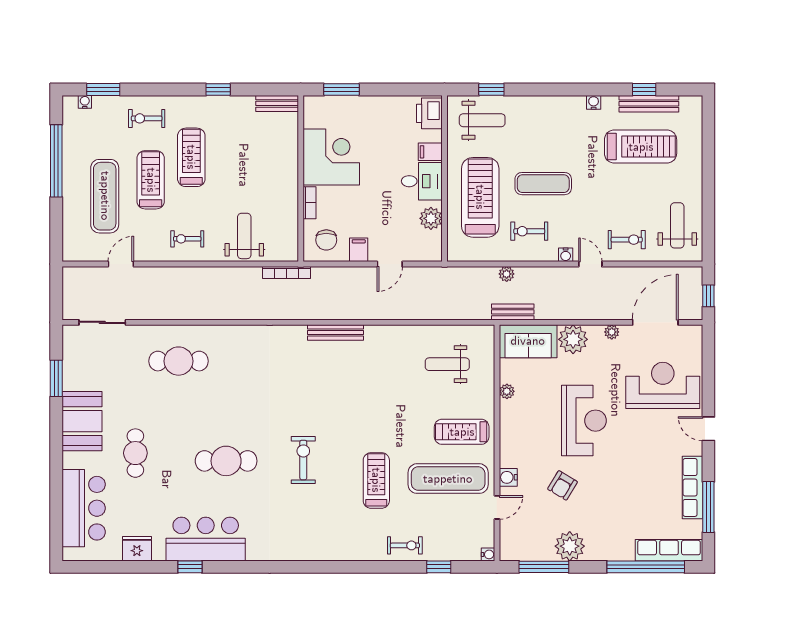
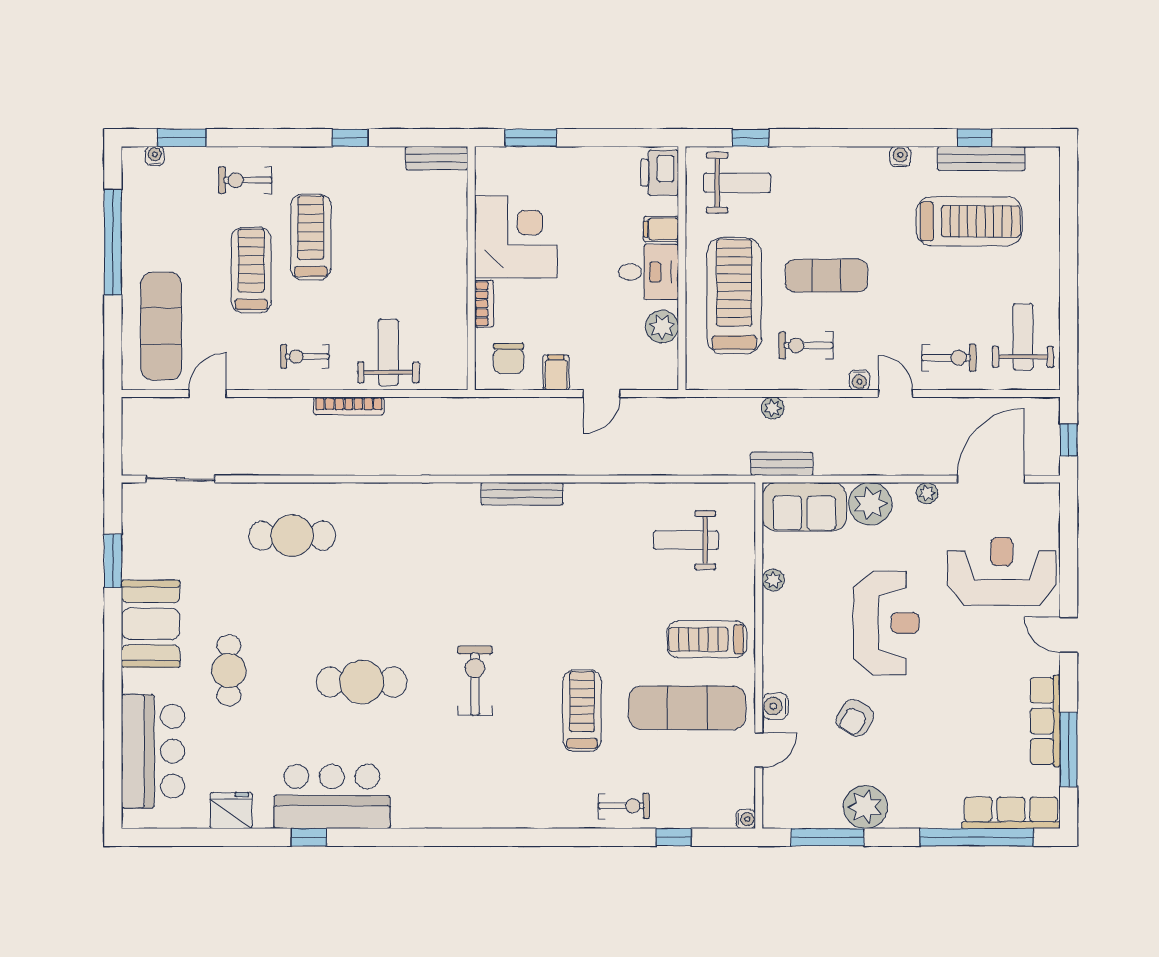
exercise mat: (105, 196) -> (161, 326), moved
bookcase: (286, 273) -> (349, 406), moved

